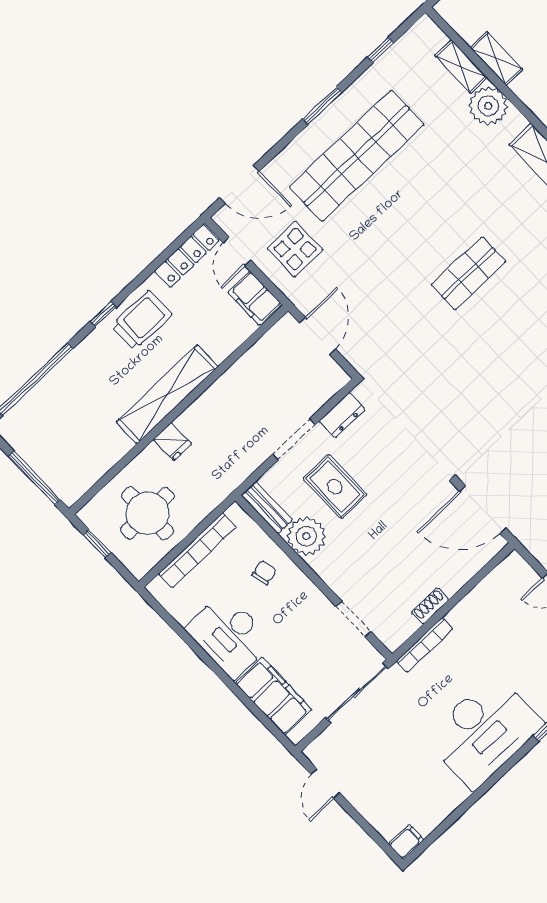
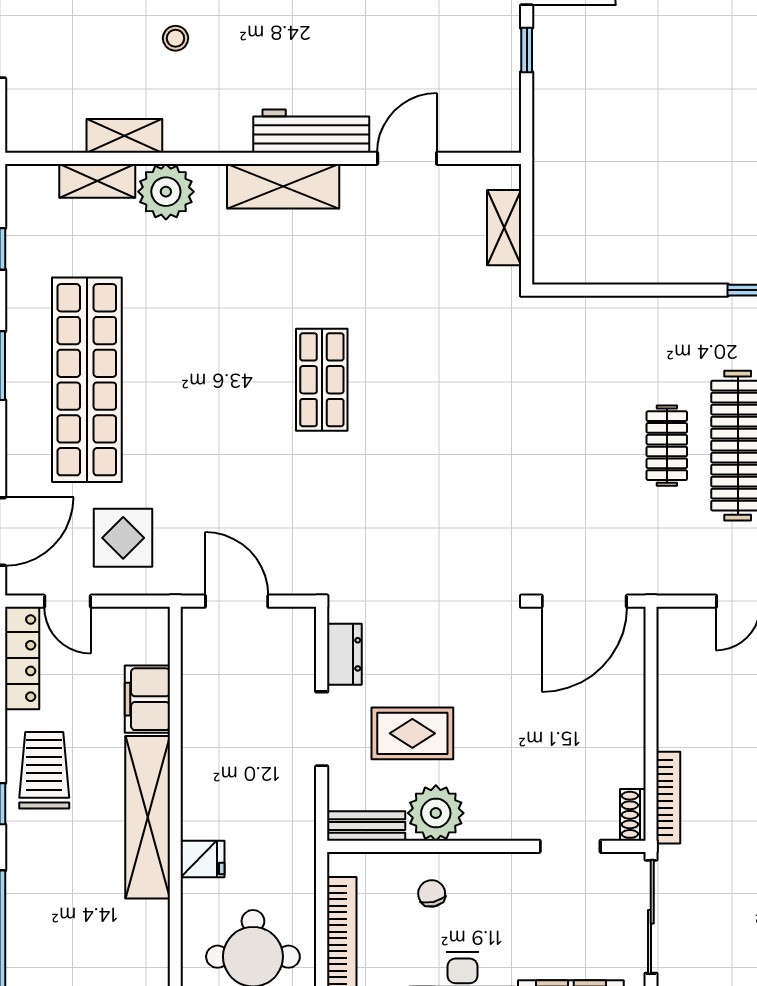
filing cabinet: (255, 298) -> (147, 699), moved, turned 90
shoe rack: (430, 606) -> (633, 815), moved

